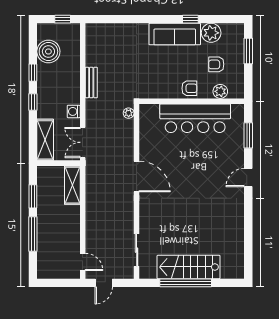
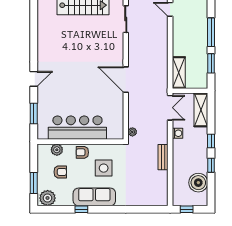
plant: (211, 33) -> (48, 198), moved
side table: (163, 69) -> (104, 168), added

